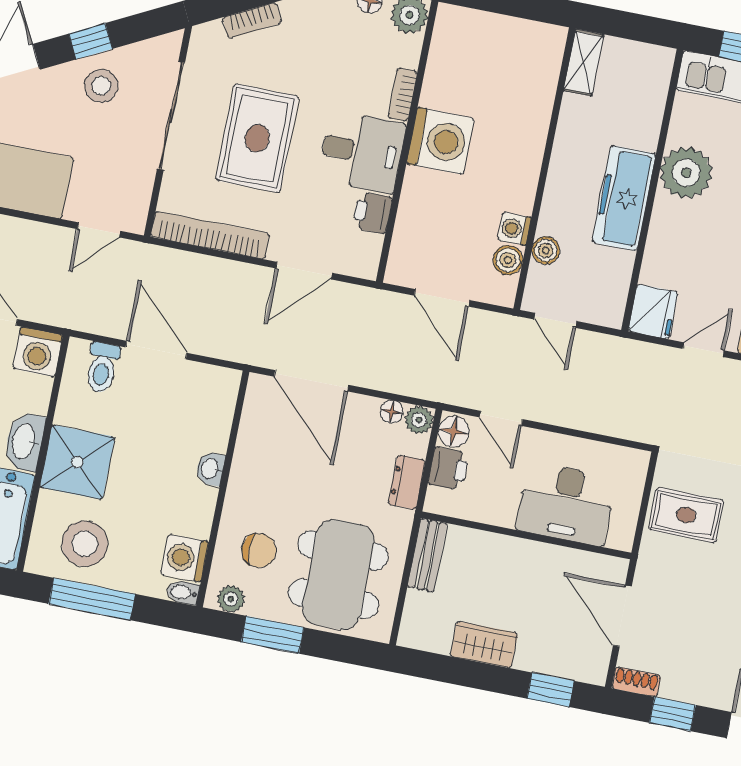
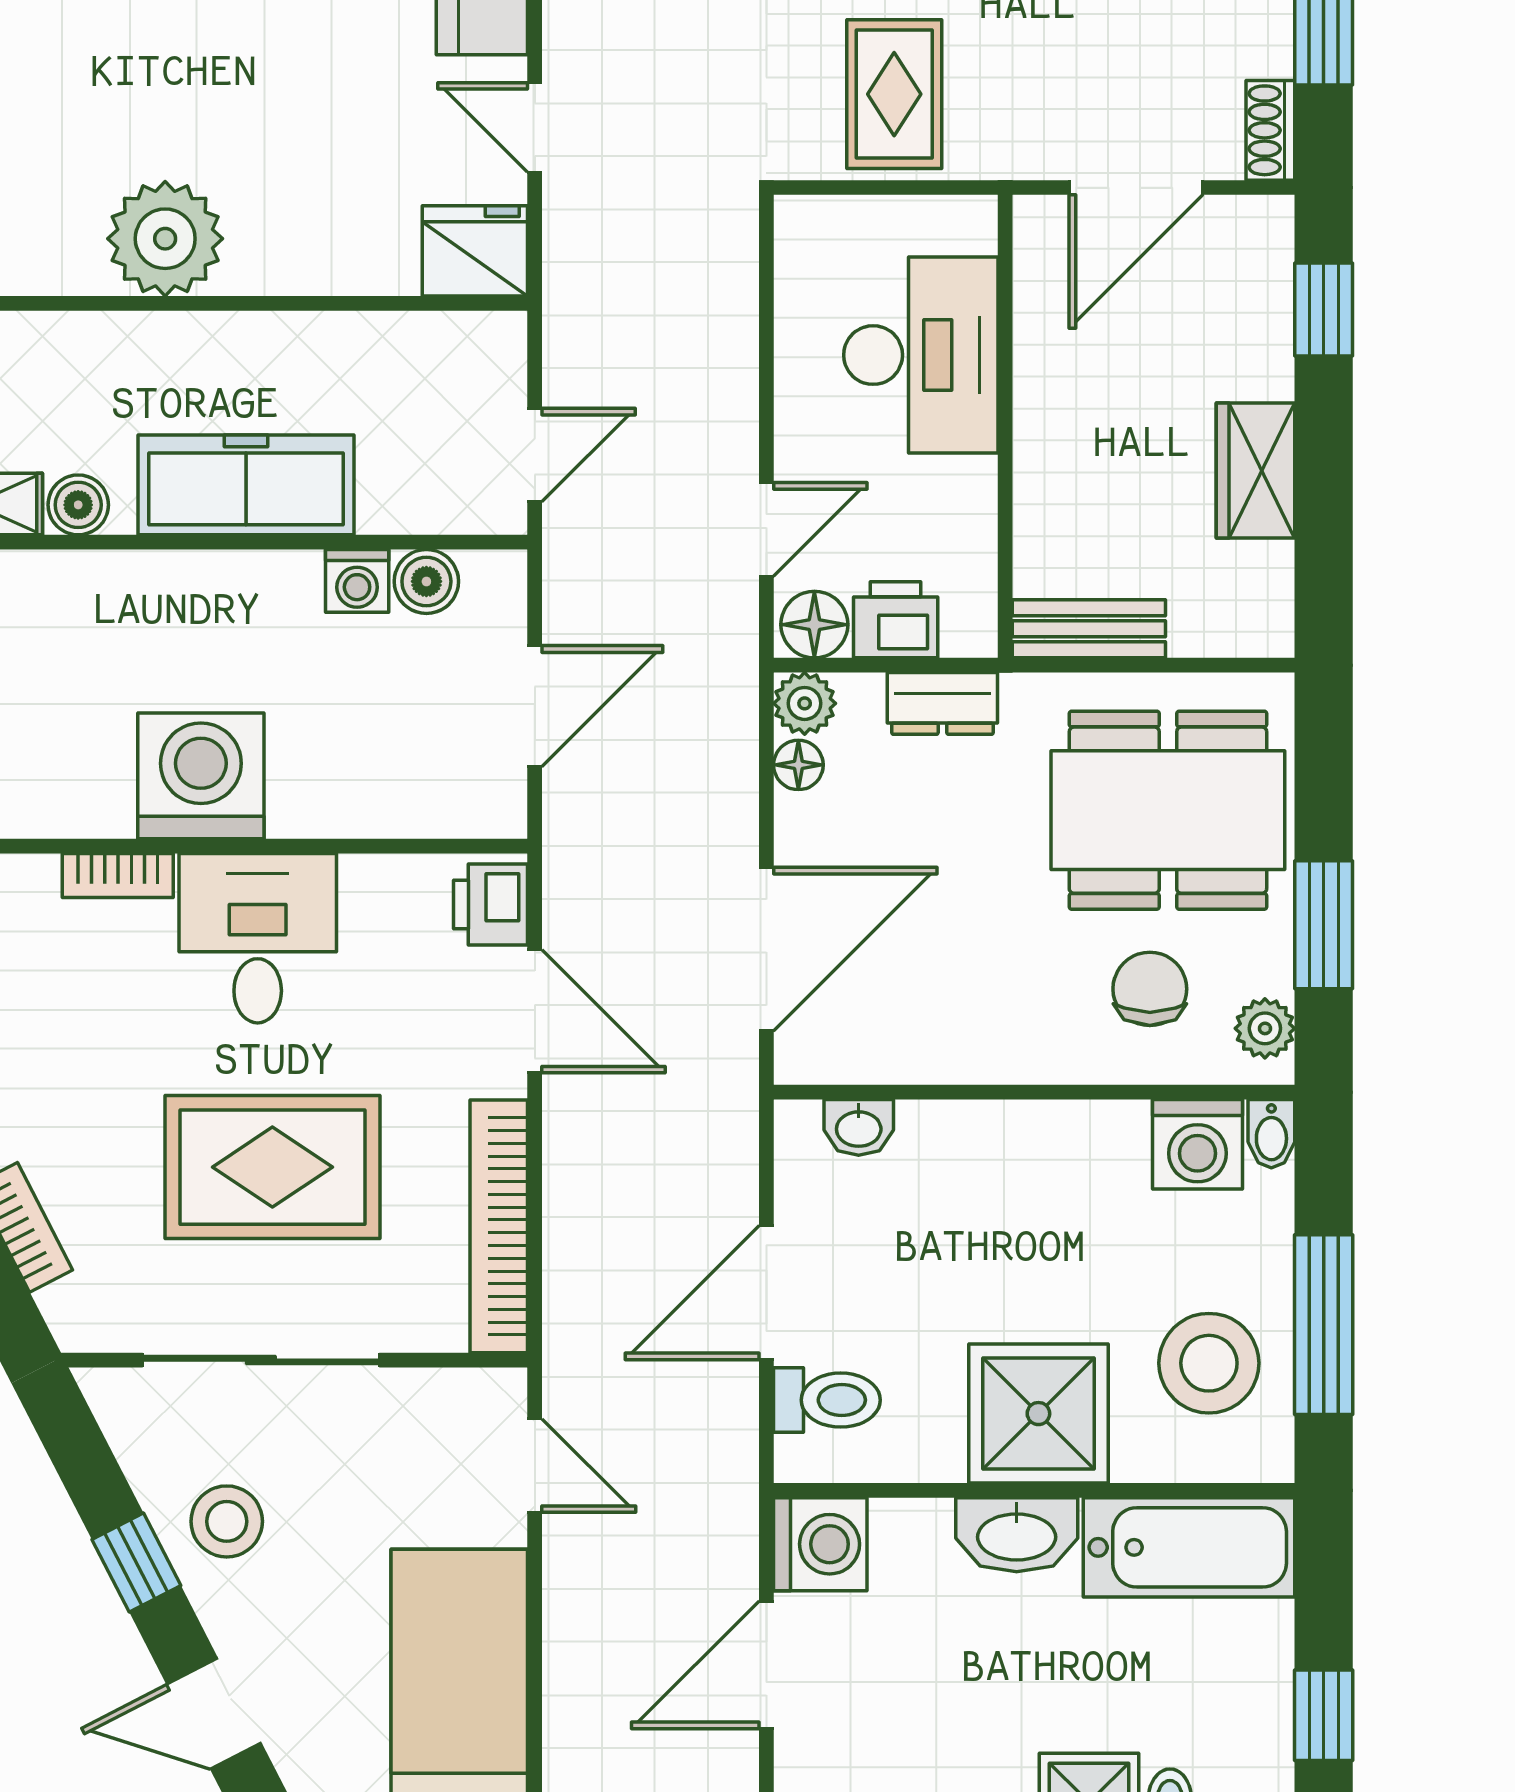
freezer: (624, 198) -> (246, 485), moved, turned 180
printer: (372, 213) -> (491, 905), moved, turned 90
boiler: (546, 250) -> (78, 505), moved
washbasin: (210, 469) -> (859, 1127), moved

